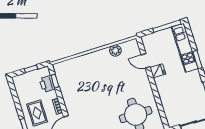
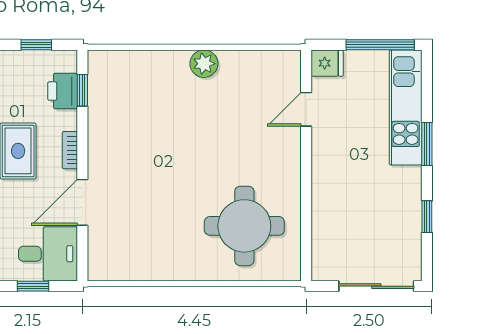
plant: (115, 51) -> (204, 64), moved
door: (146, 61) -> (306, 109), hinge flipped
fridge: (158, 71) -> (327, 63), moved

